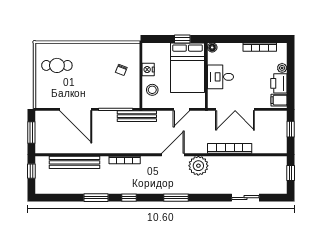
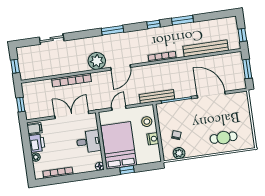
plant: (121, 49) -> (179, 153), added
cafe table: (57, 65) -> (224, 138), moved

